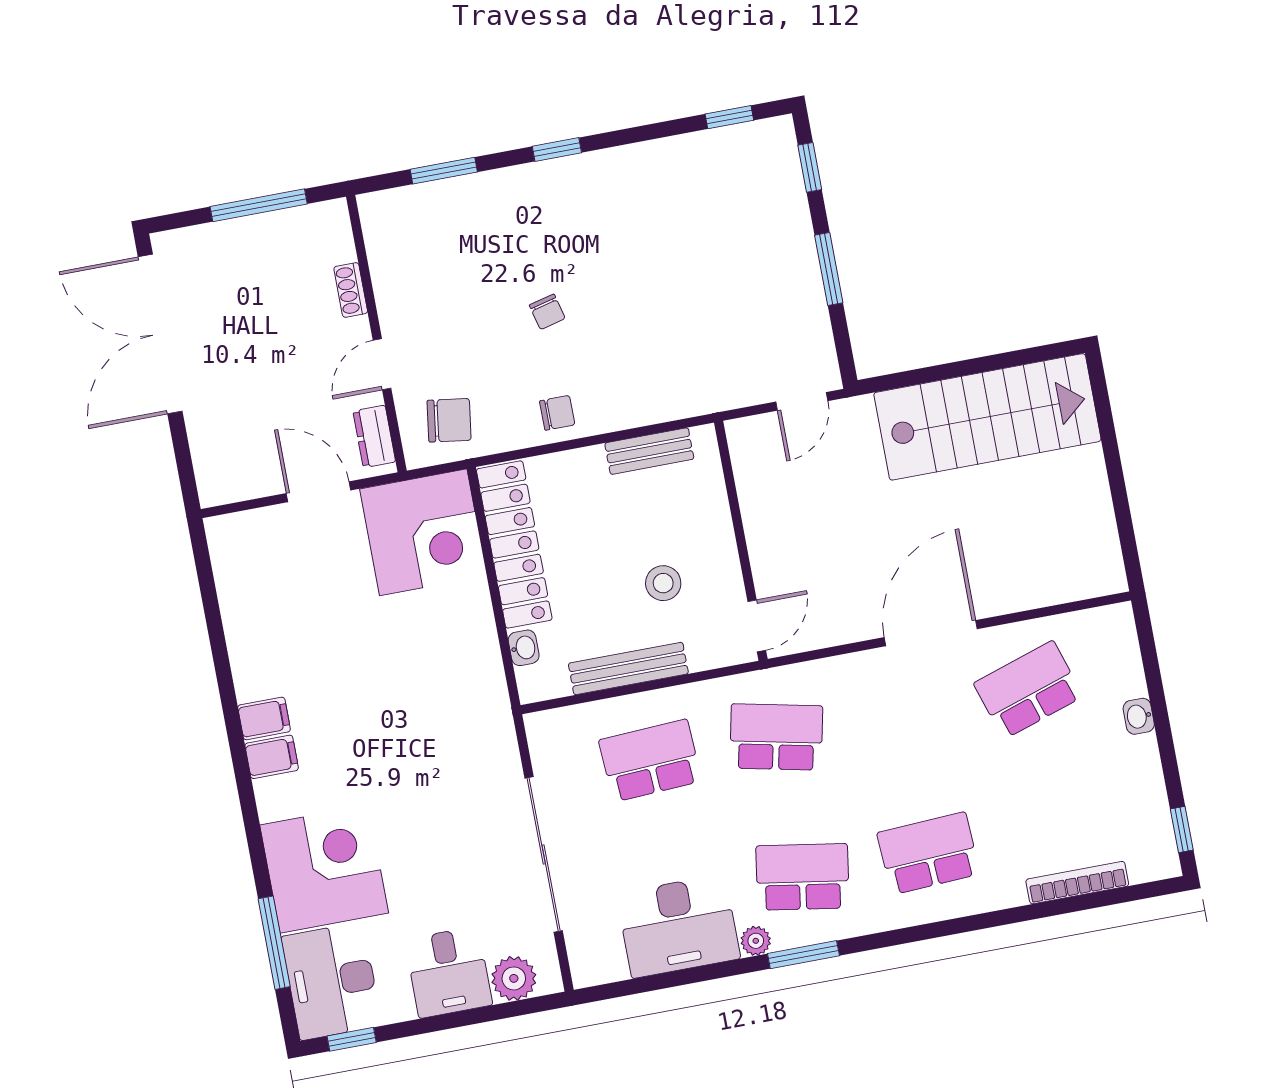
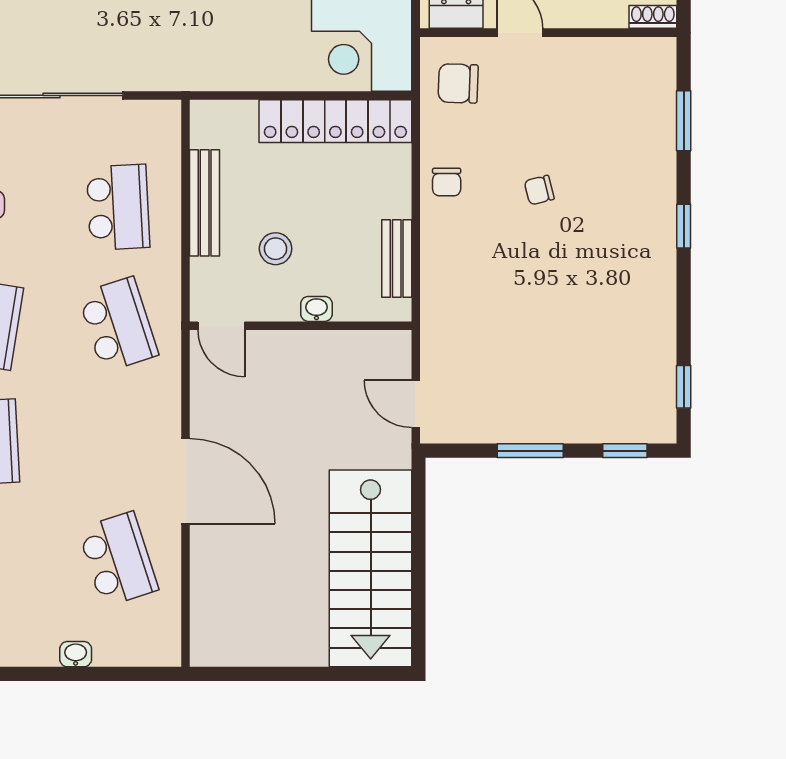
shoe rack: (351, 290) -> (653, 17), moved
chair: (449, 420) -> (458, 83), turned 84
washbasin: (524, 648) -> (316, 309), moved, turned 180
school desk: (776, 737) -> (118, 325), turned -30

